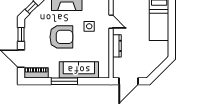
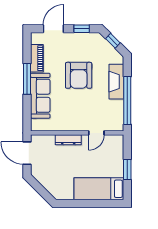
side table: (89, 26) -> (91, 108), removed
piano: (36, 73) -> (37, 58), moved

